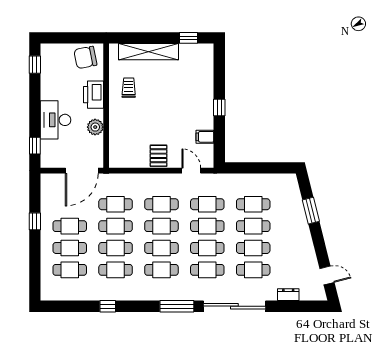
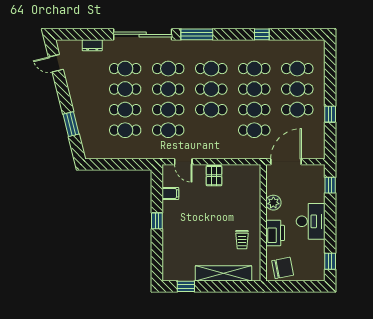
desk: (56, 120) -> (311, 221), moved
cafe table: (161, 204) -> (211, 130), removed

